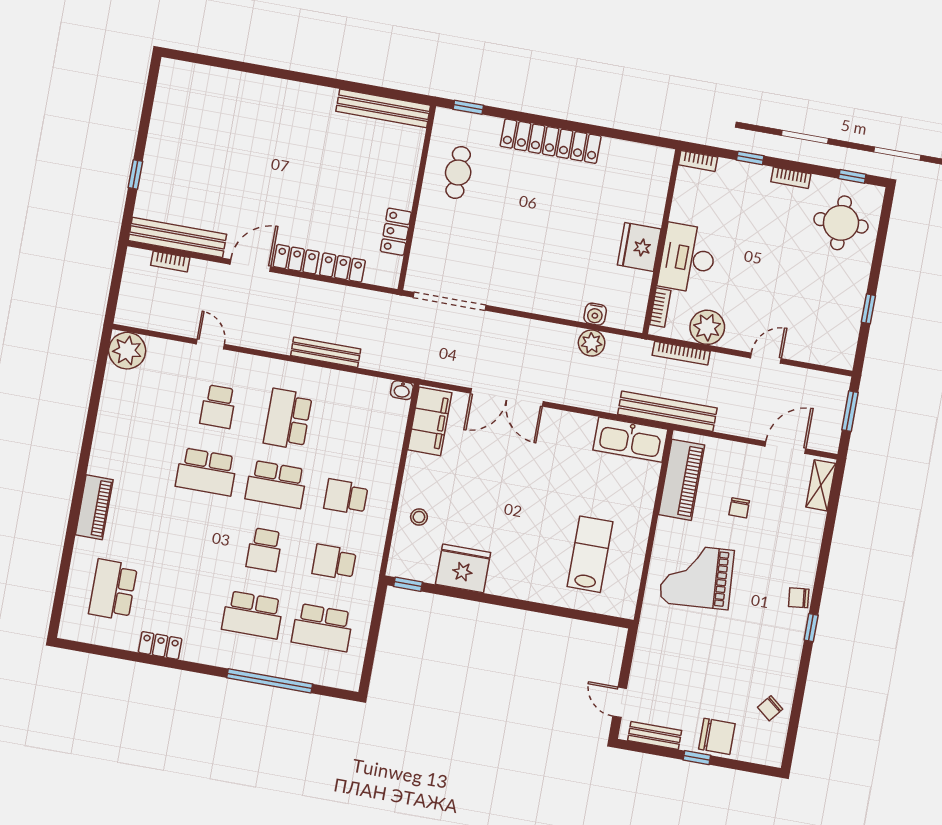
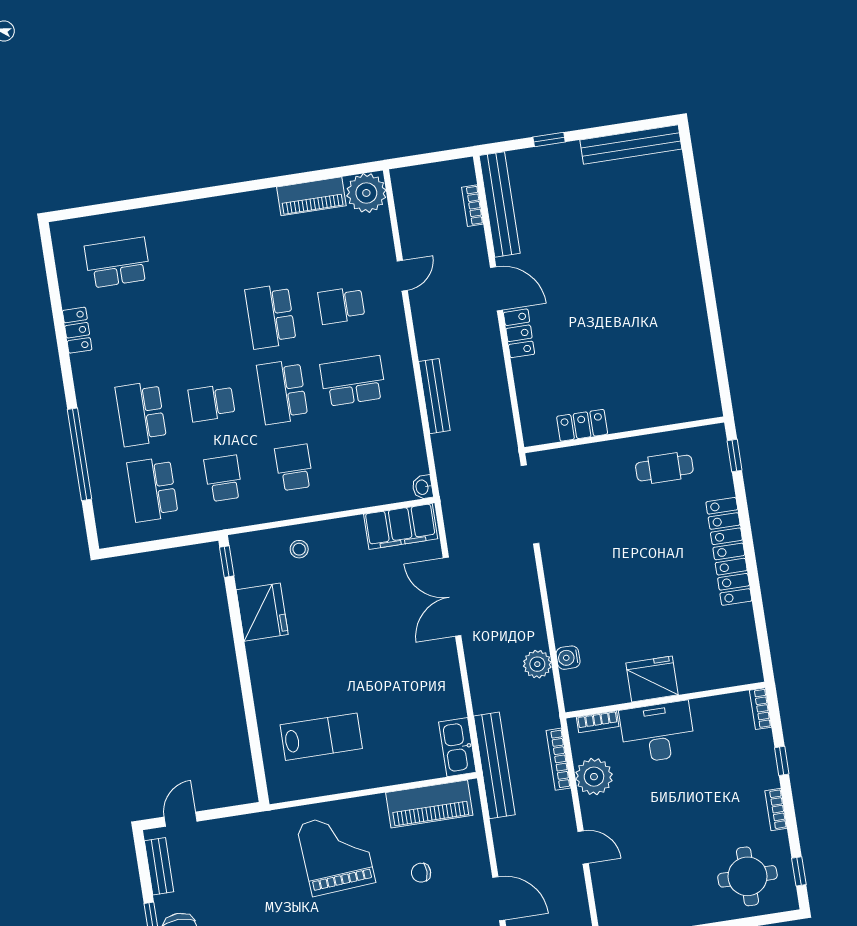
bench: (383, 108) -> (631, 144), moved, turned 90
locker: (342, 268) -> (527, 383), removed
kitchen sink: (630, 440) -> (457, 747), width x0.73, depth x0.81
piano: (94, 507) -> (311, 196), moved

